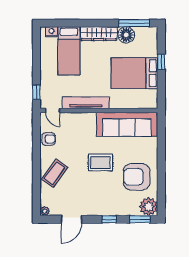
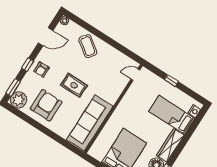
window: (36, 92) -> (171, 81), moved
tv unit: (86, 103) -> (125, 103), removed
armchair: (49, 139) -> (42, 69), moved
rug: (100, 162) -> (74, 85), turned 90
door: (71, 219) -> (46, 37), swing flipped

